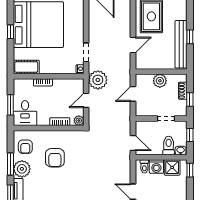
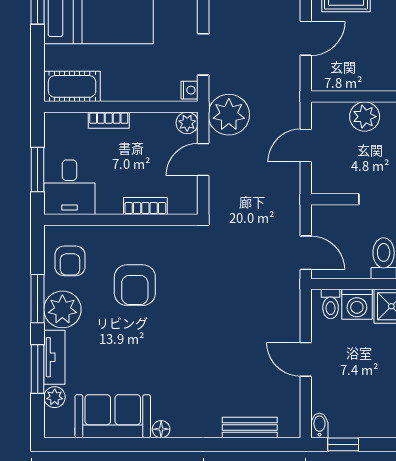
plant: (79, 121) -> (187, 123), moved

